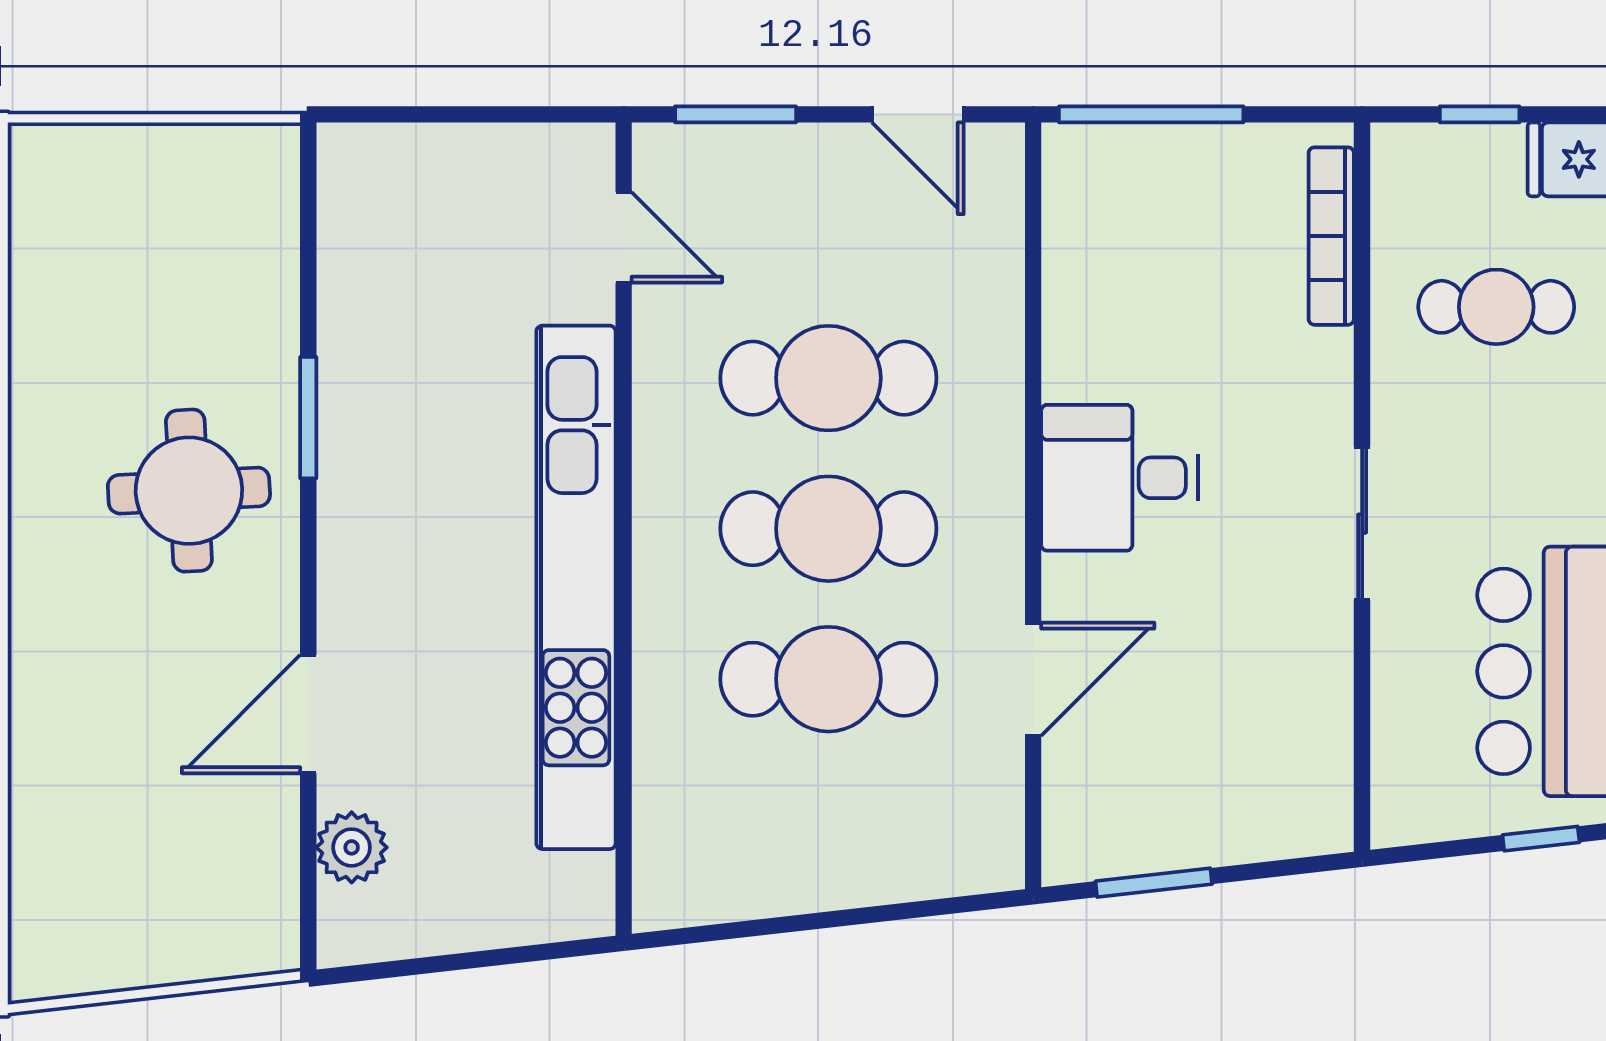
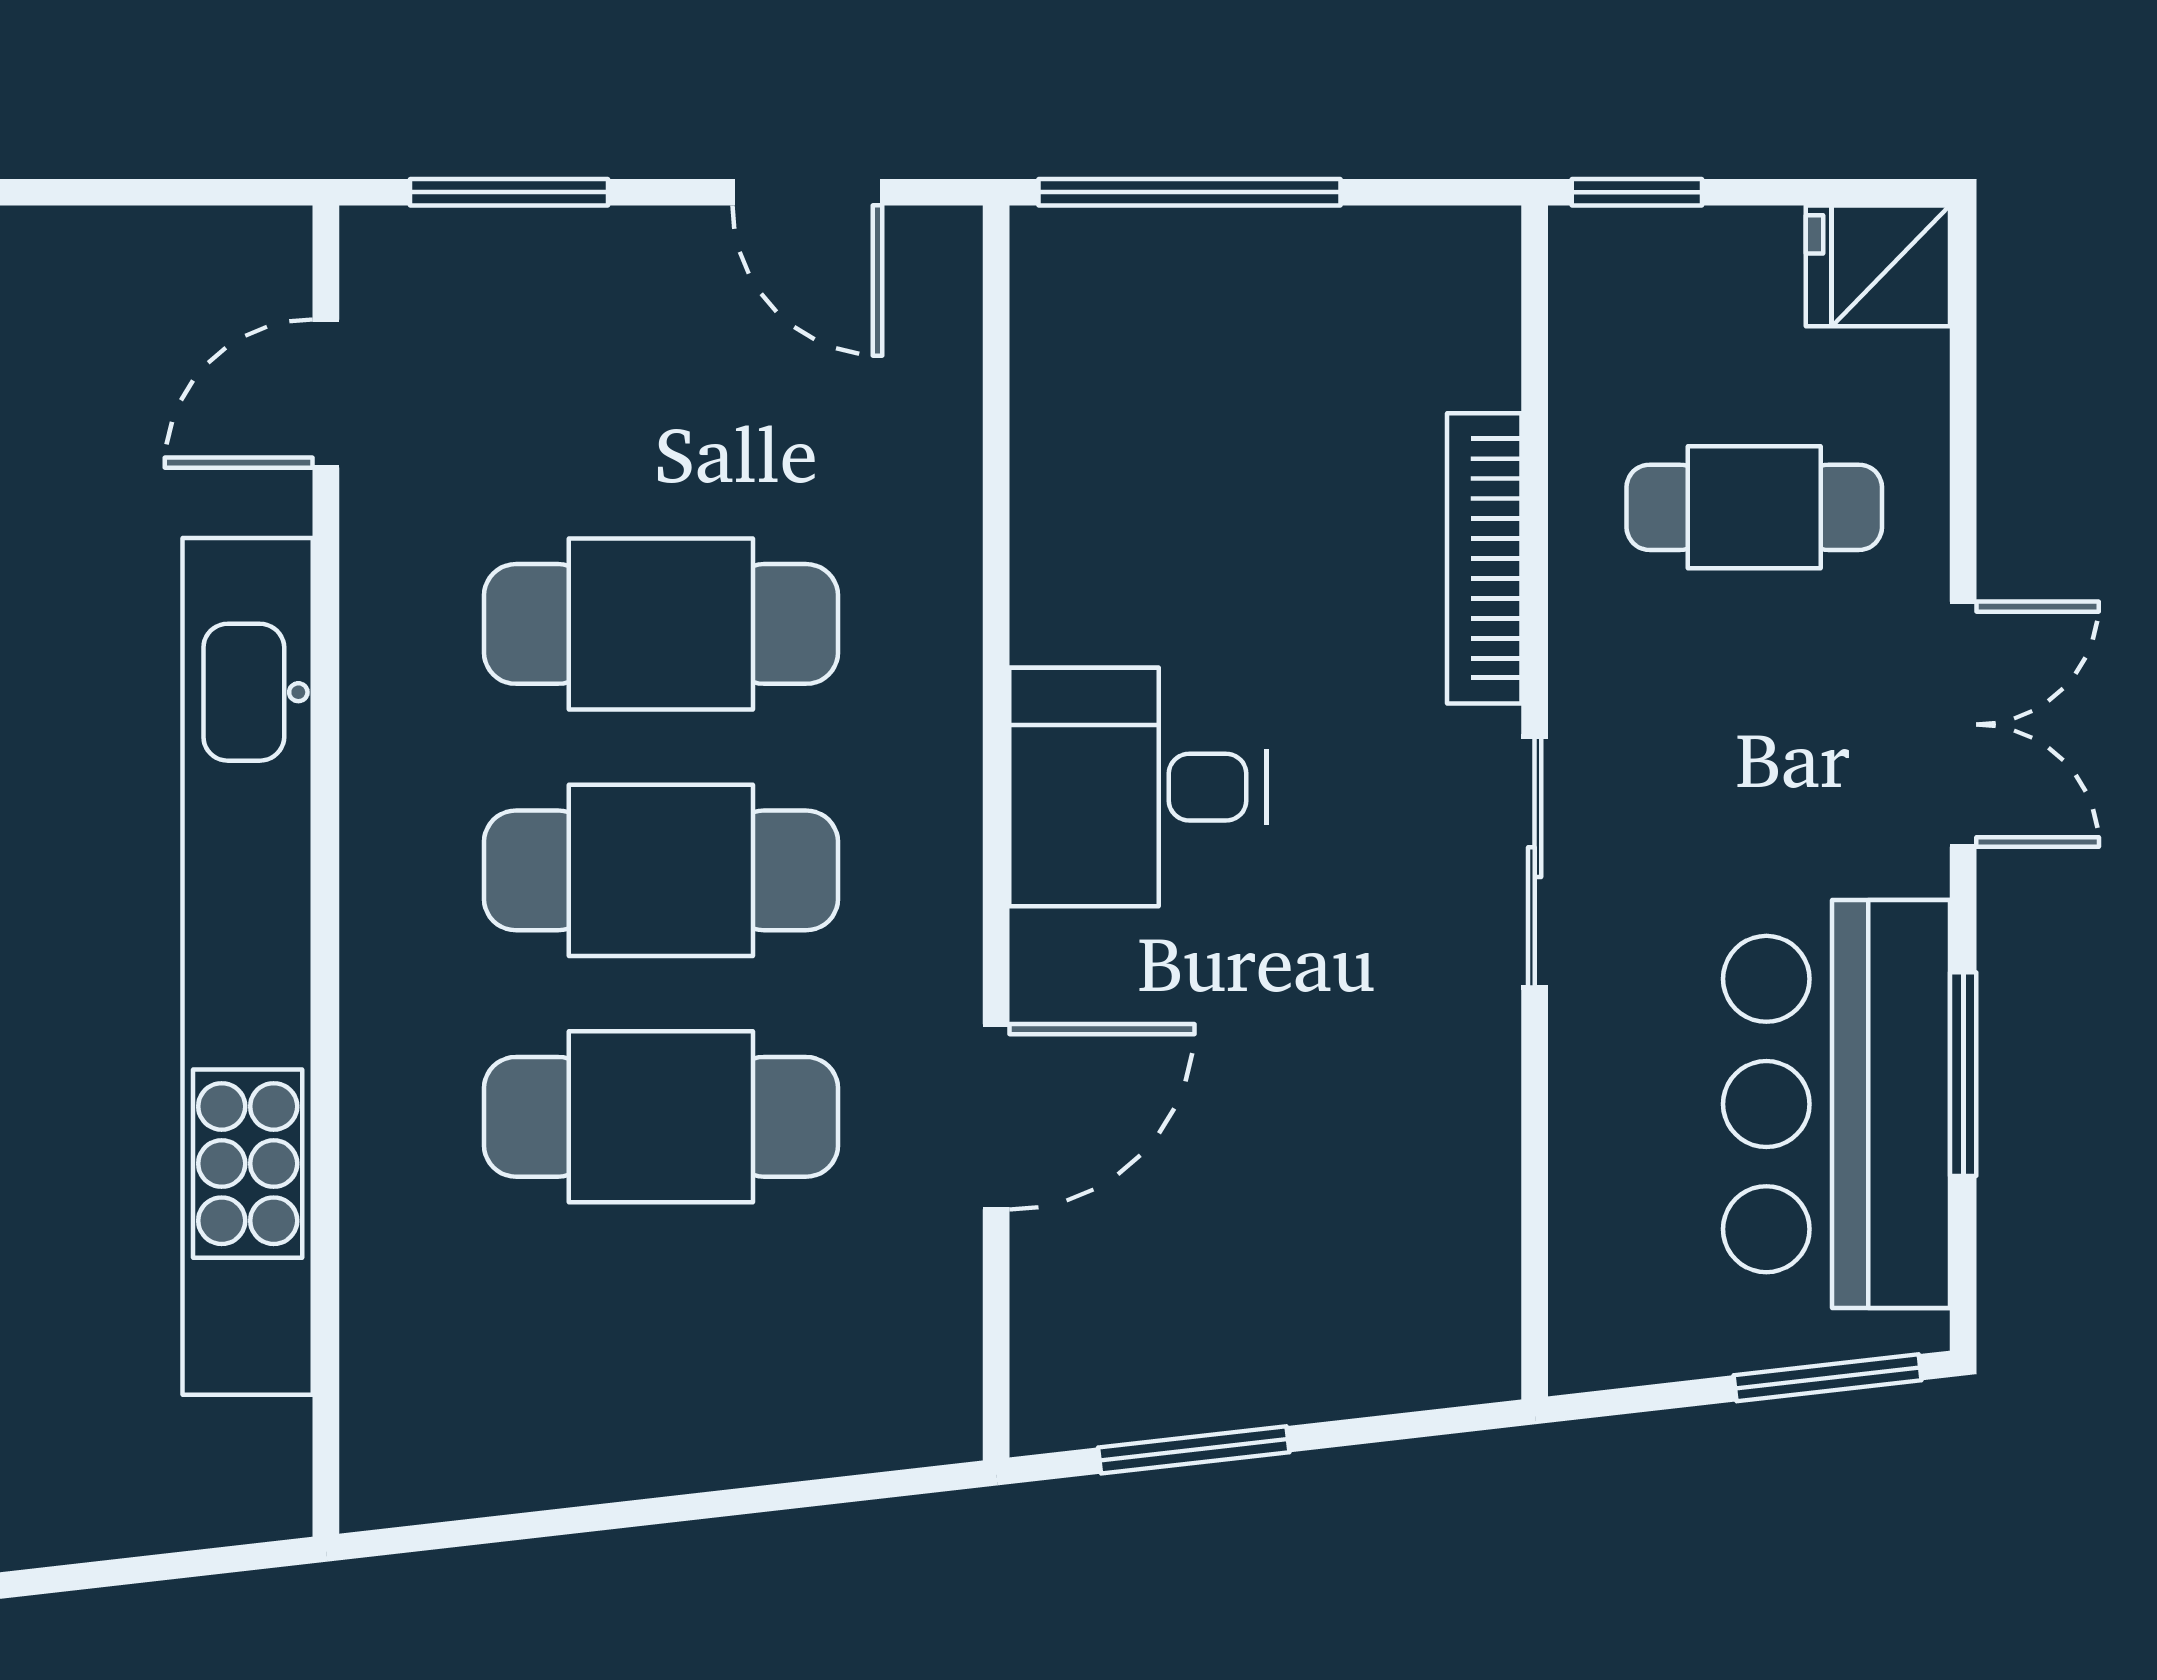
window: (1480, 114) -> (1637, 192), moved
bookcase: (1331, 236) -> (1484, 558), moved
door: (624, 237) -> (326, 394), swing flipped
window: (1541, 839) -> (1828, 1378), width x1.50

